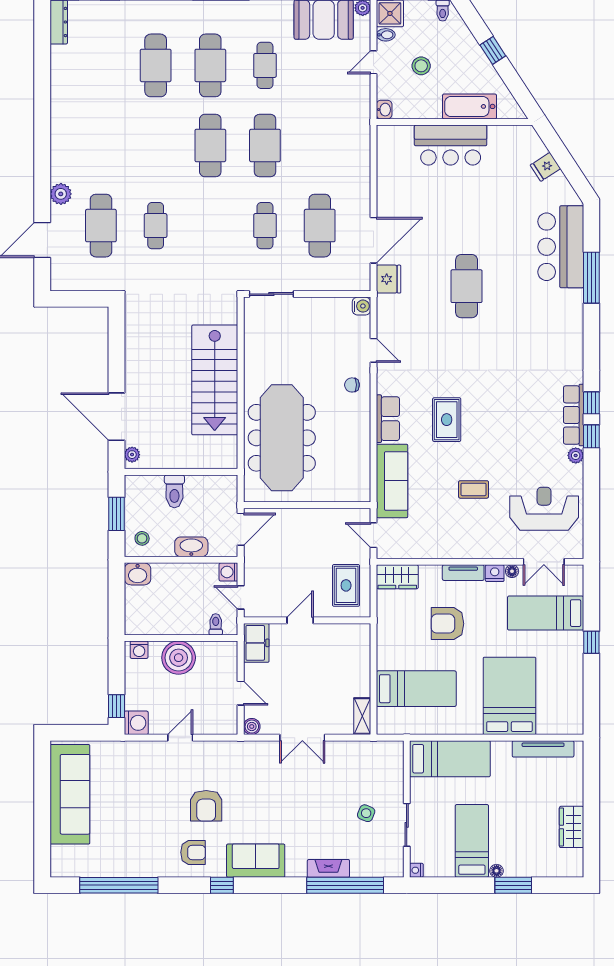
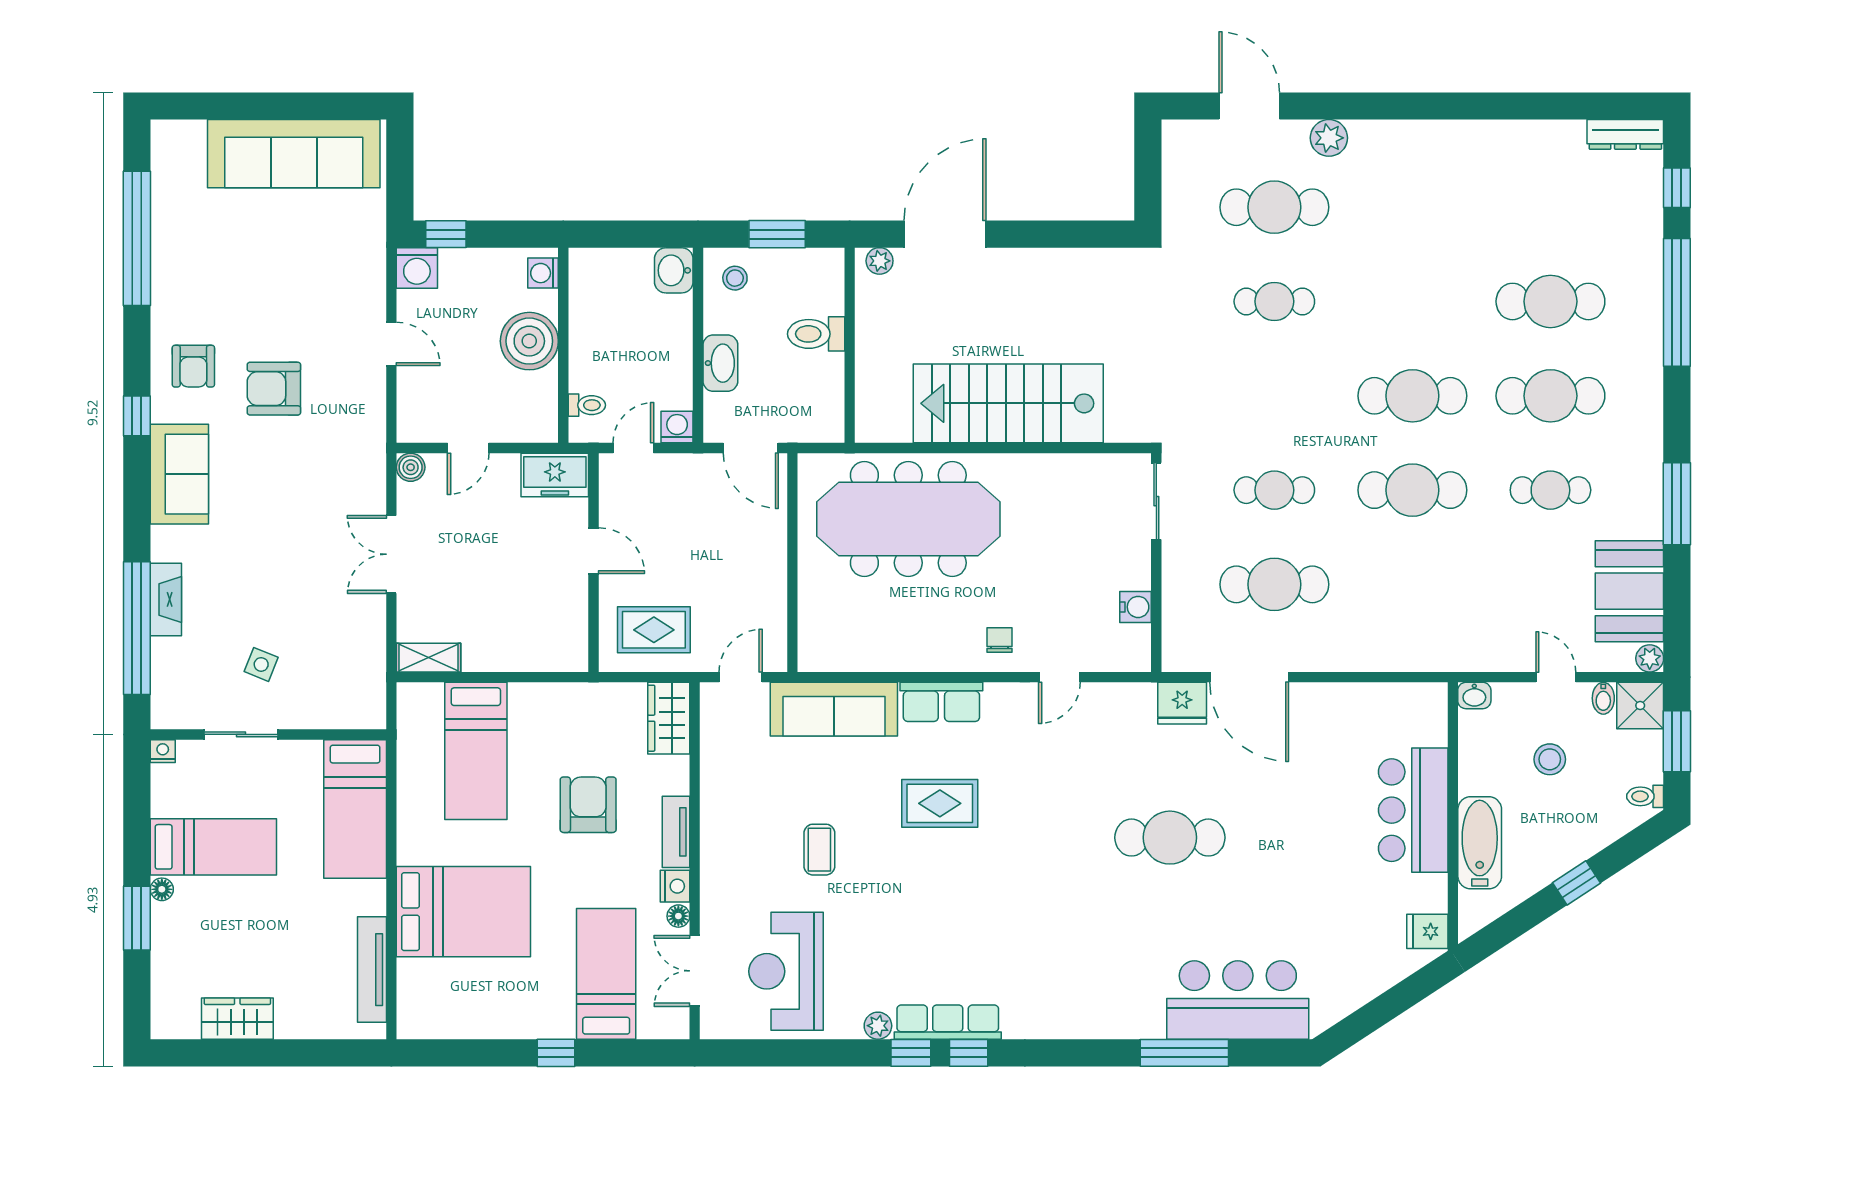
fridge: (545, 167) -> (1427, 931), moved, turned -57
water cooler: (361, 306) -> (1136, 607), moved, turned -90
reception desk: (544, 509) -> (786, 971), turned 180

